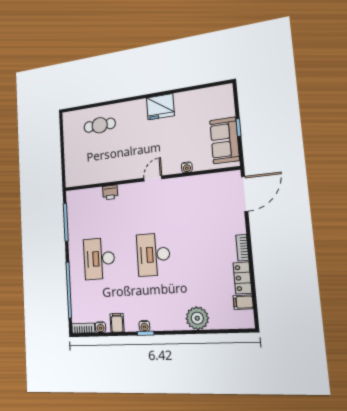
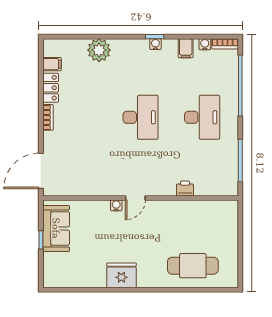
cafe table: (100, 125) -> (193, 266), width x1.37, depth x1.35
water cooler: (187, 167) -> (116, 205), moved

